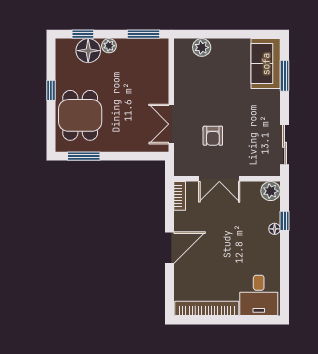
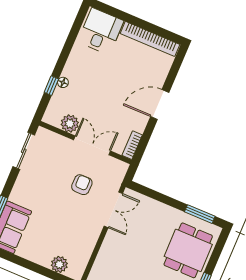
plant: (271, 191) -> (70, 124), moved

